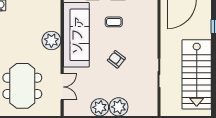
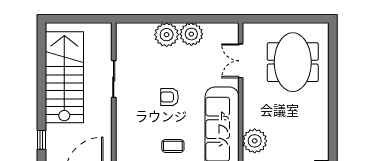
plant: (51, 41) -> (255, 141), moved
armchair: (116, 59) -> (169, 97), turned 142

